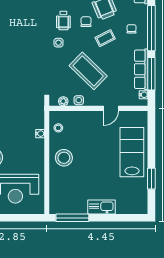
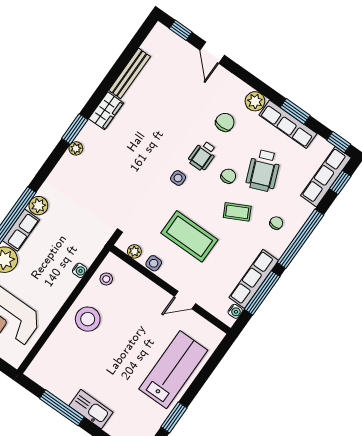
coffee table: (88, 71) -> (189, 236), turned -44
window: (72, 218) -> (62, 408), moved

